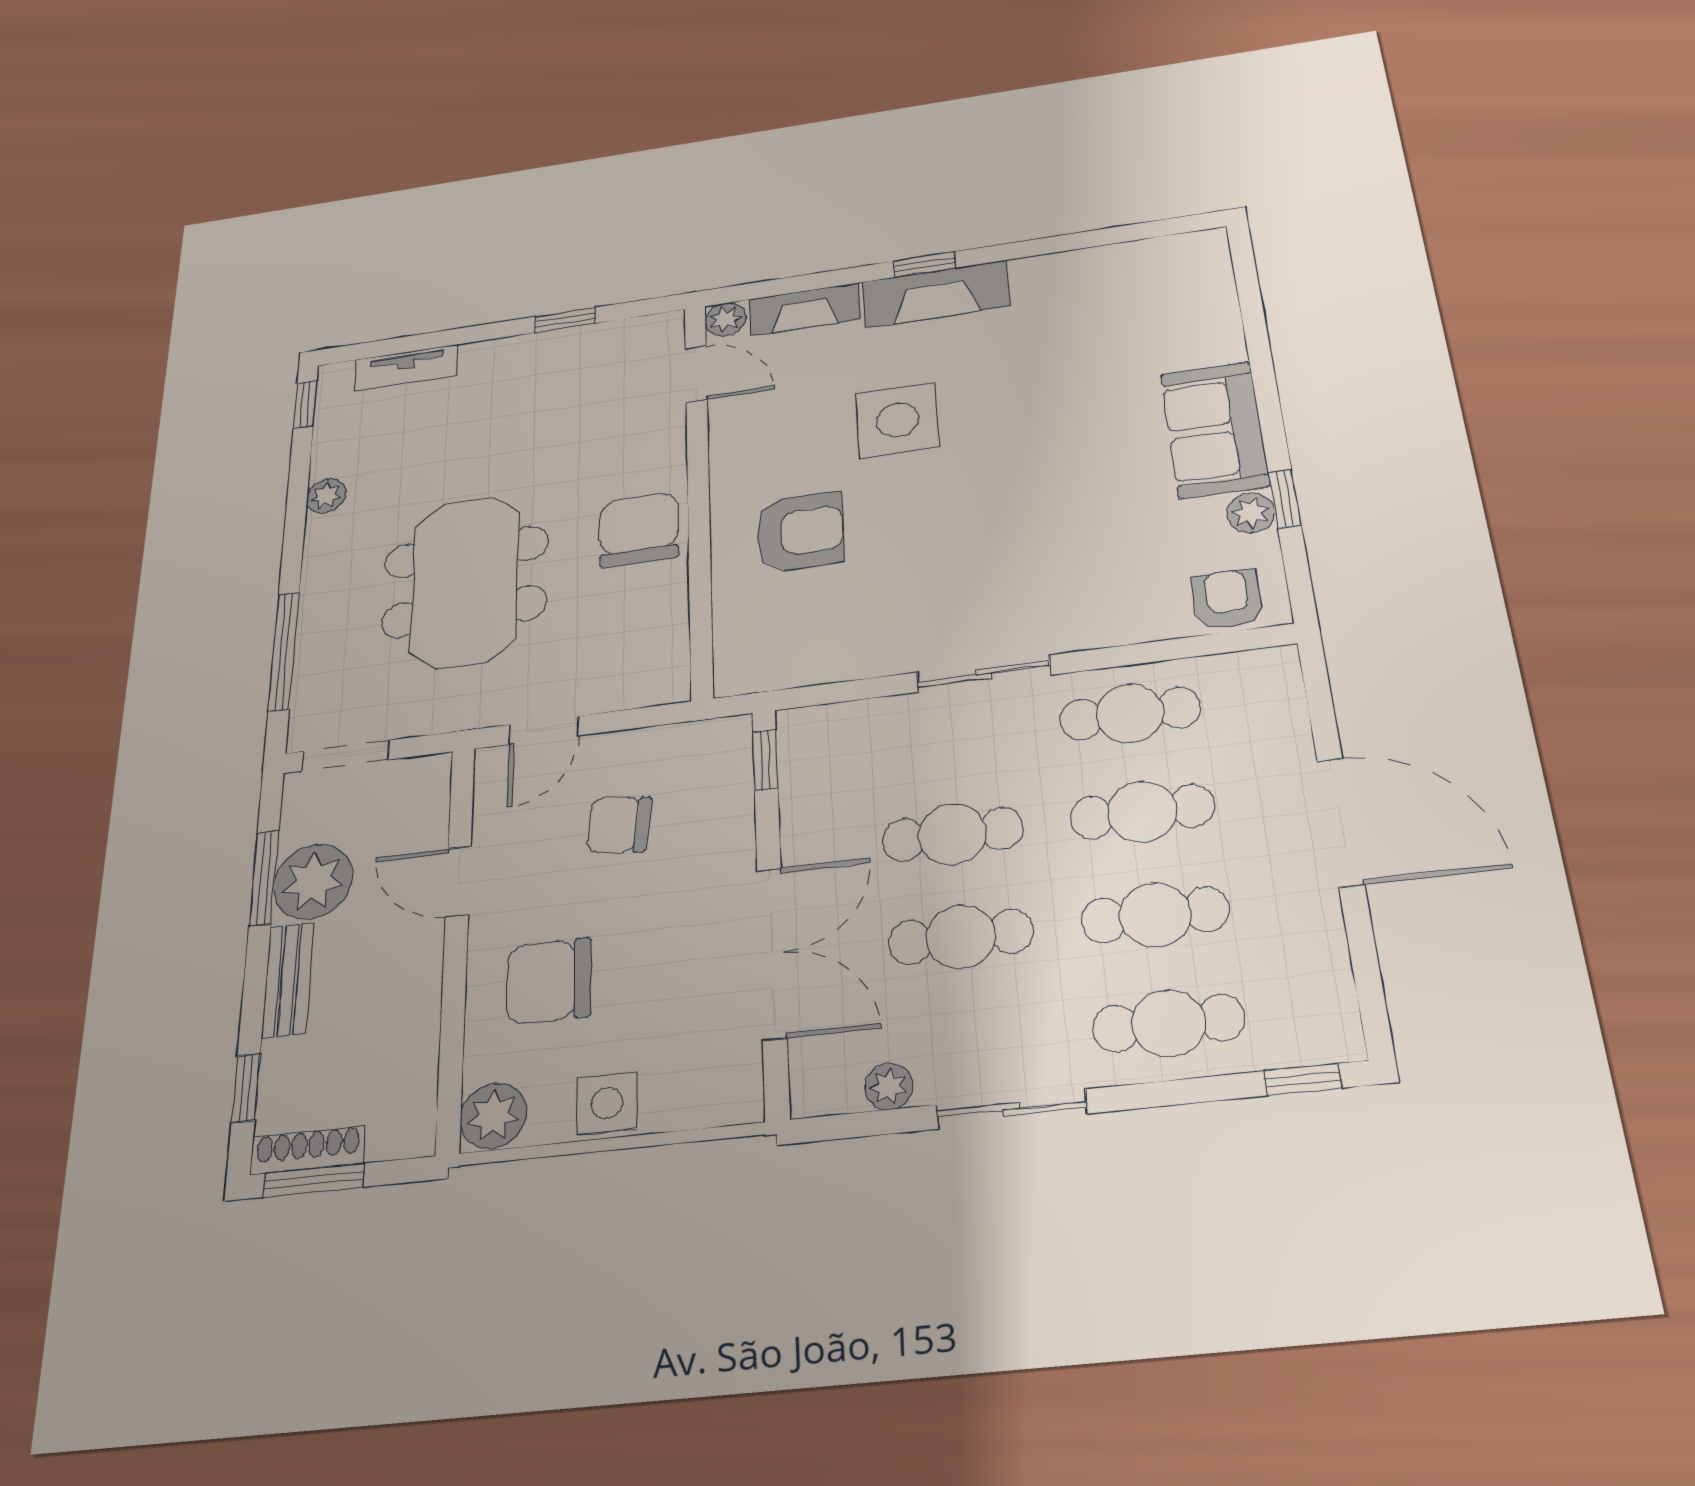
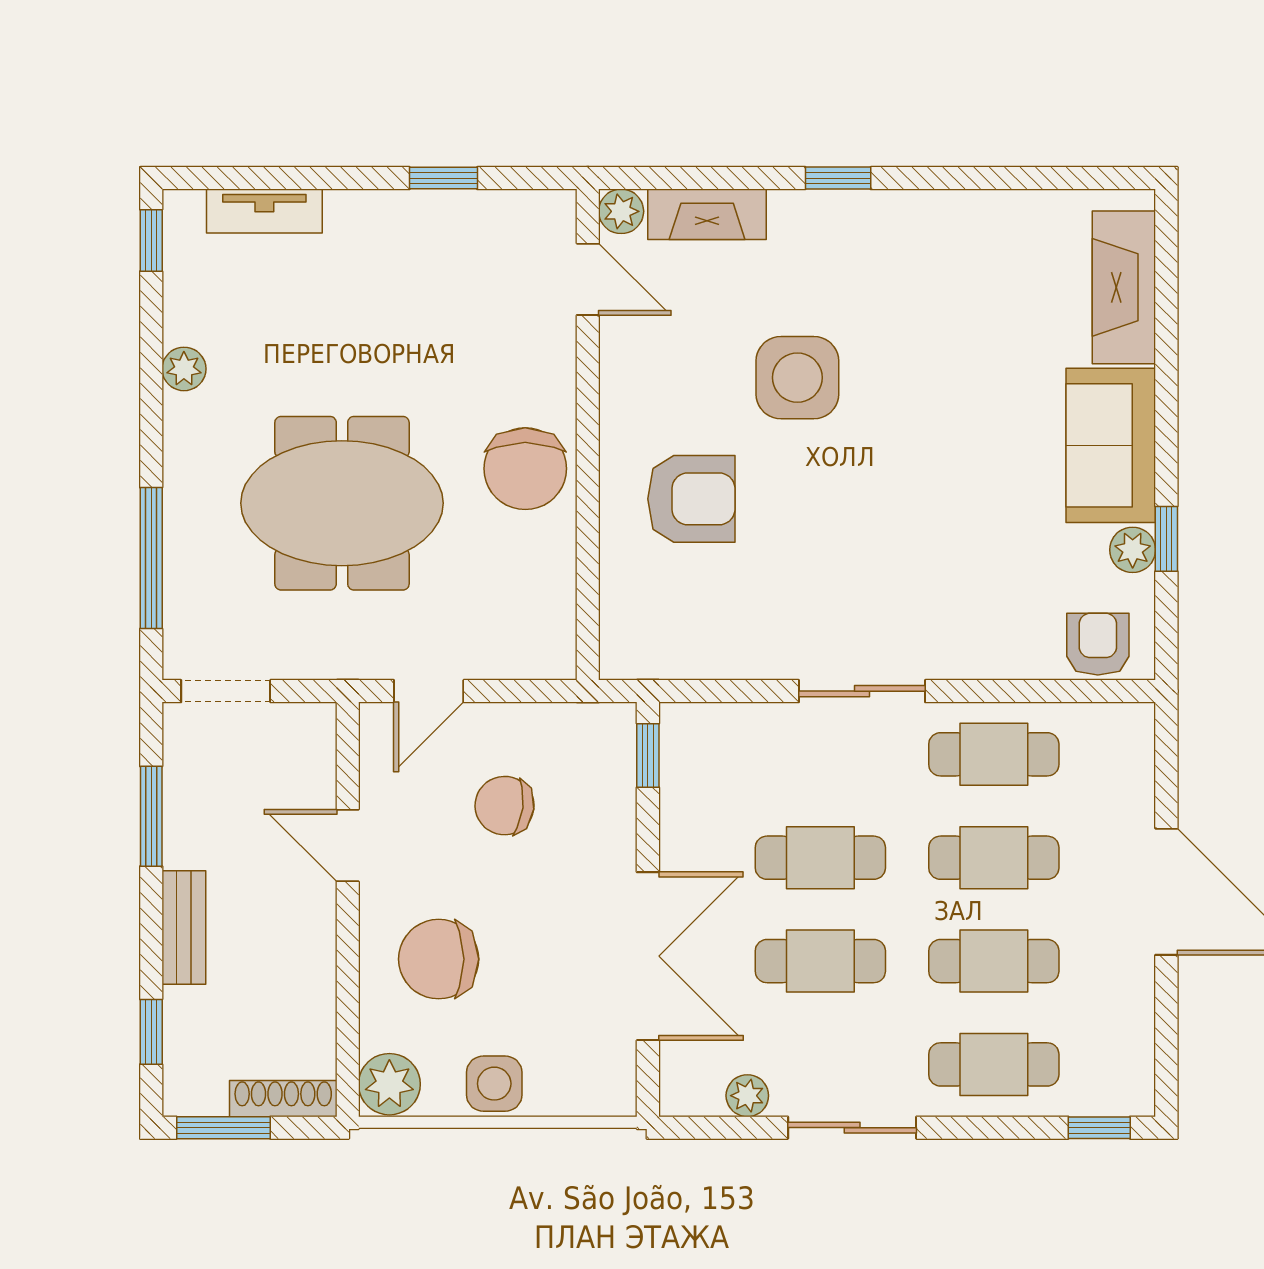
fireplace: (936, 294) -> (1124, 287), moved, turned 90
chair: (639, 530) -> (525, 469), turned 180
meeting table: (465, 582) -> (342, 503), turned 90
plant: (313, 881) -> (202, 827), removed
shoe rack: (308, 1150) -> (283, 1099), moved

